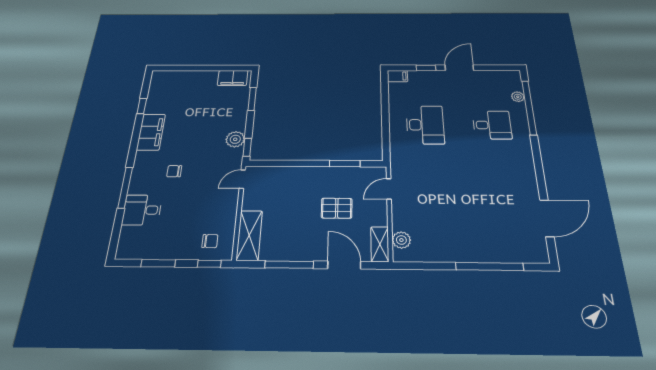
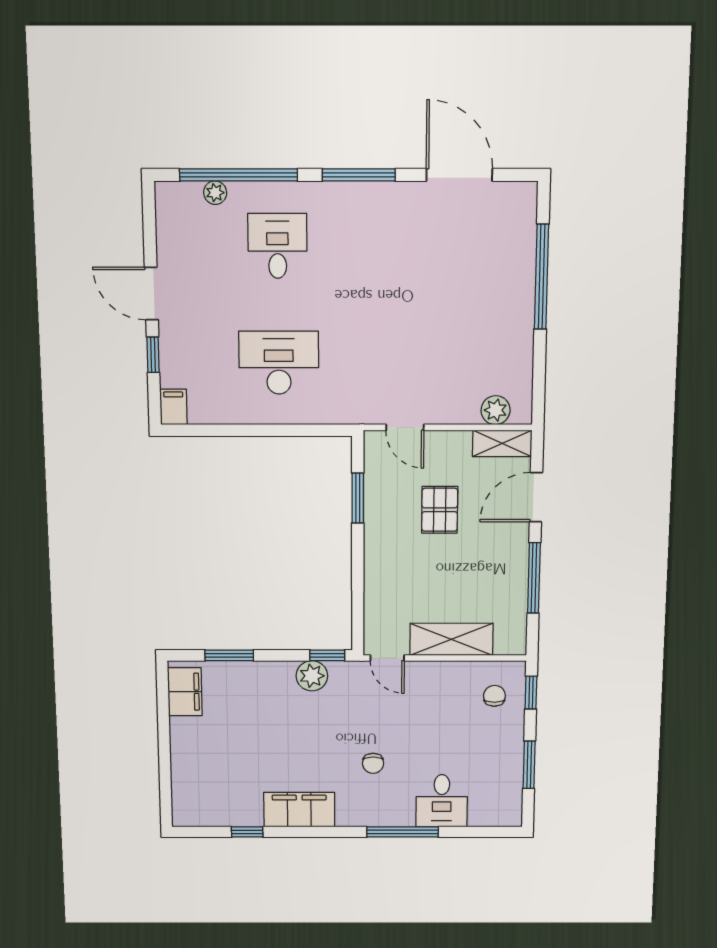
window: (538, 165) -> (359, 175), added
shelving: (249, 235) -> (451, 639), moved

